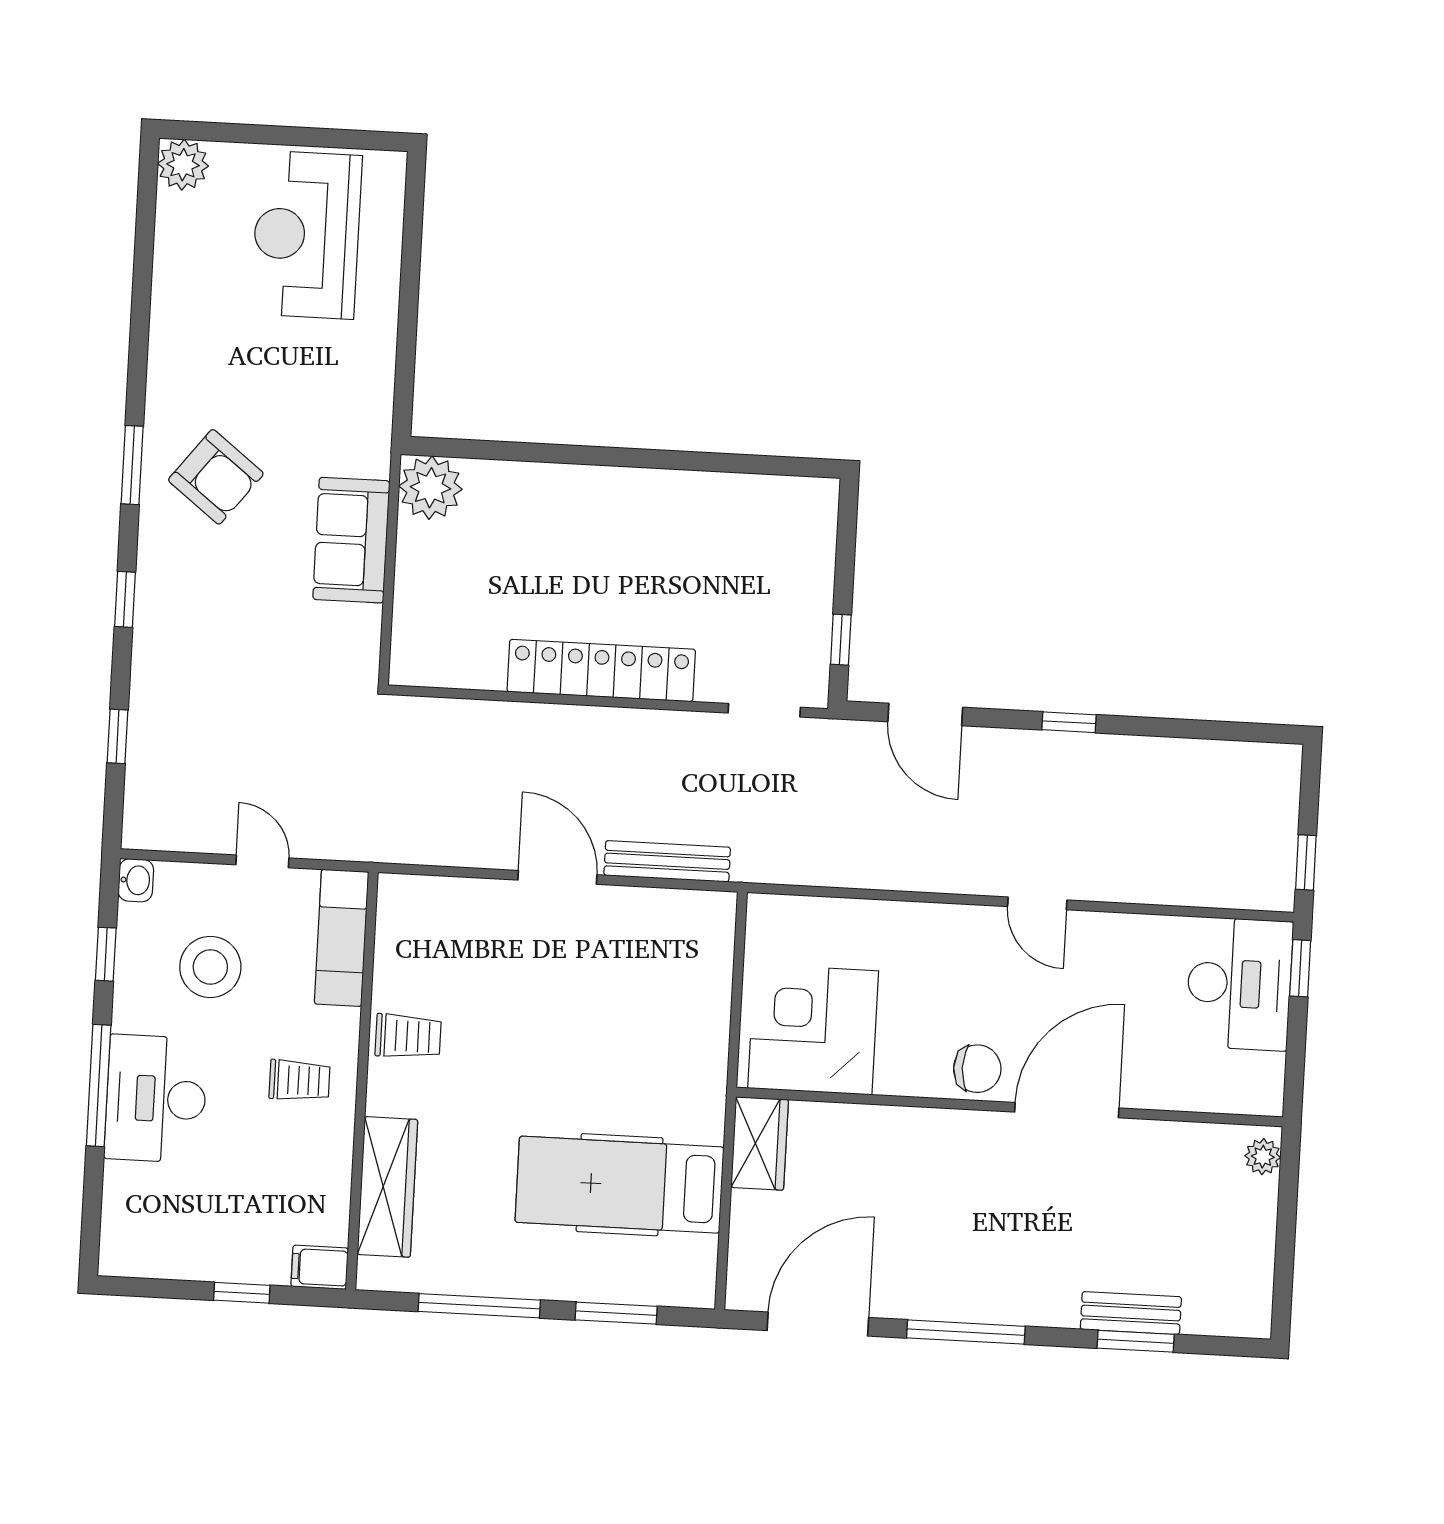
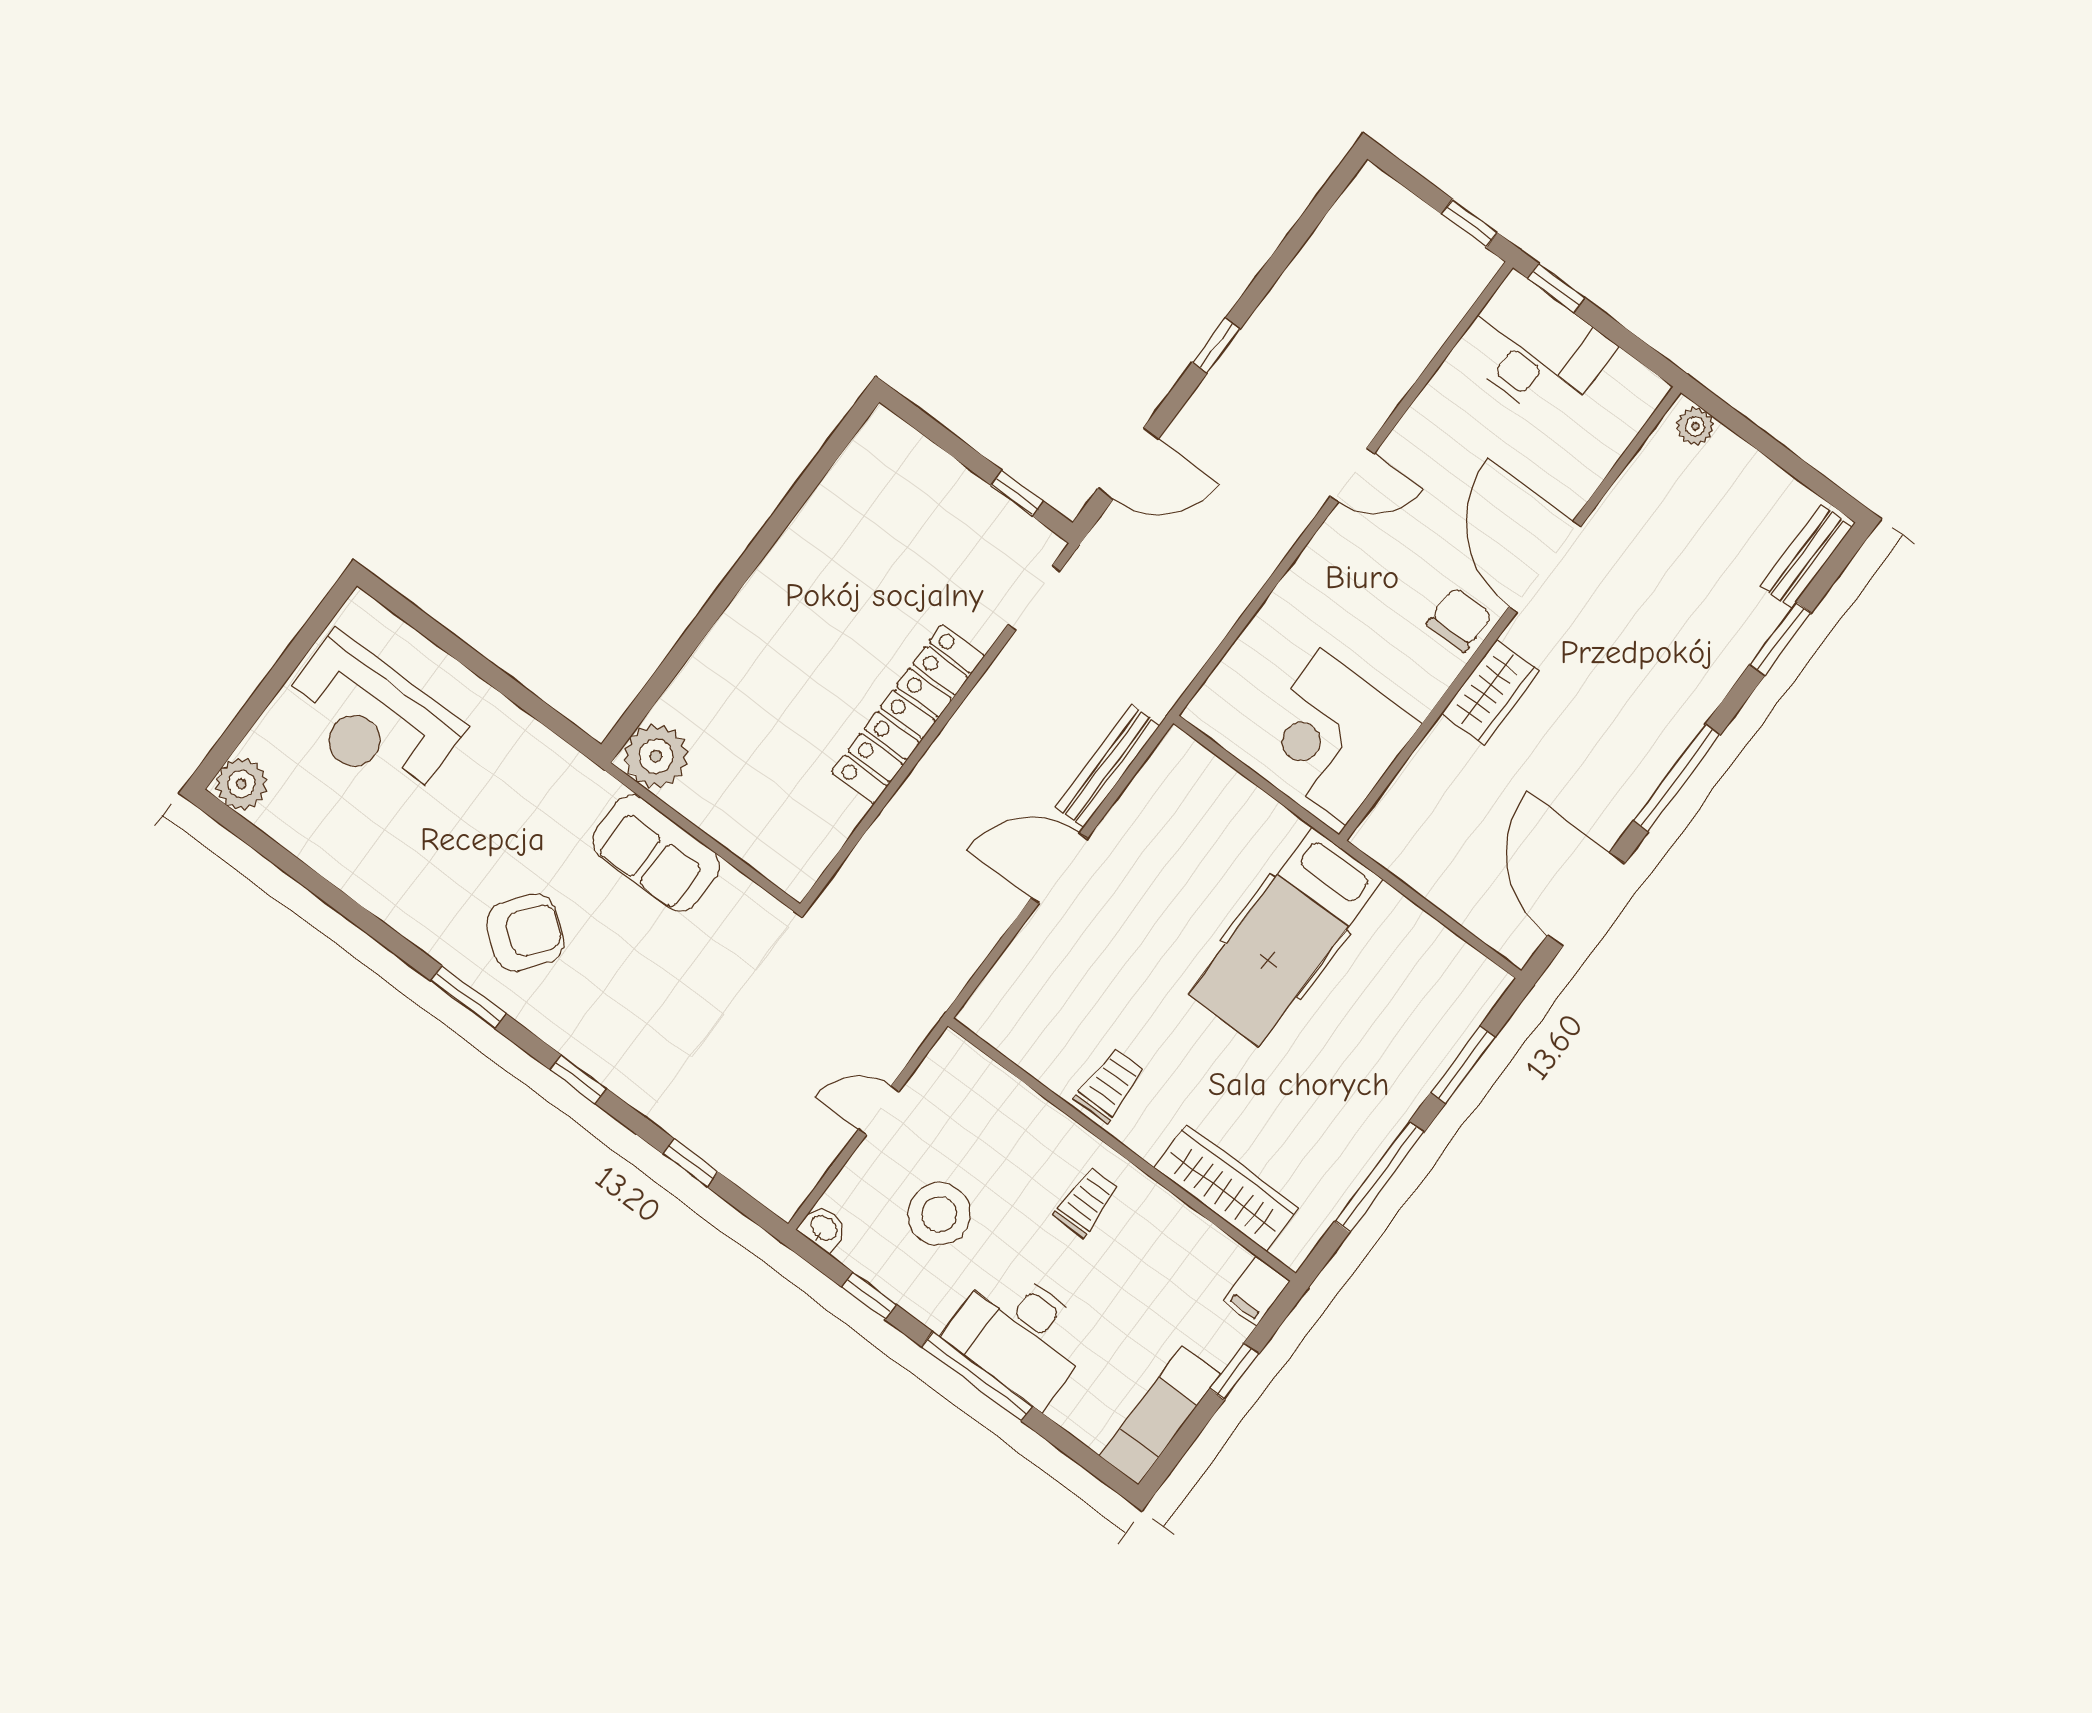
exam couch: (342, 938) -> (1160, 1415), moved, turned 90
wardrobe: (760, 1143) -> (1491, 692), moved, turned 90
hospital bed: (620, 1185) -> (1286, 937), moved
bench: (1131, 1313) -> (1806, 556), moved

